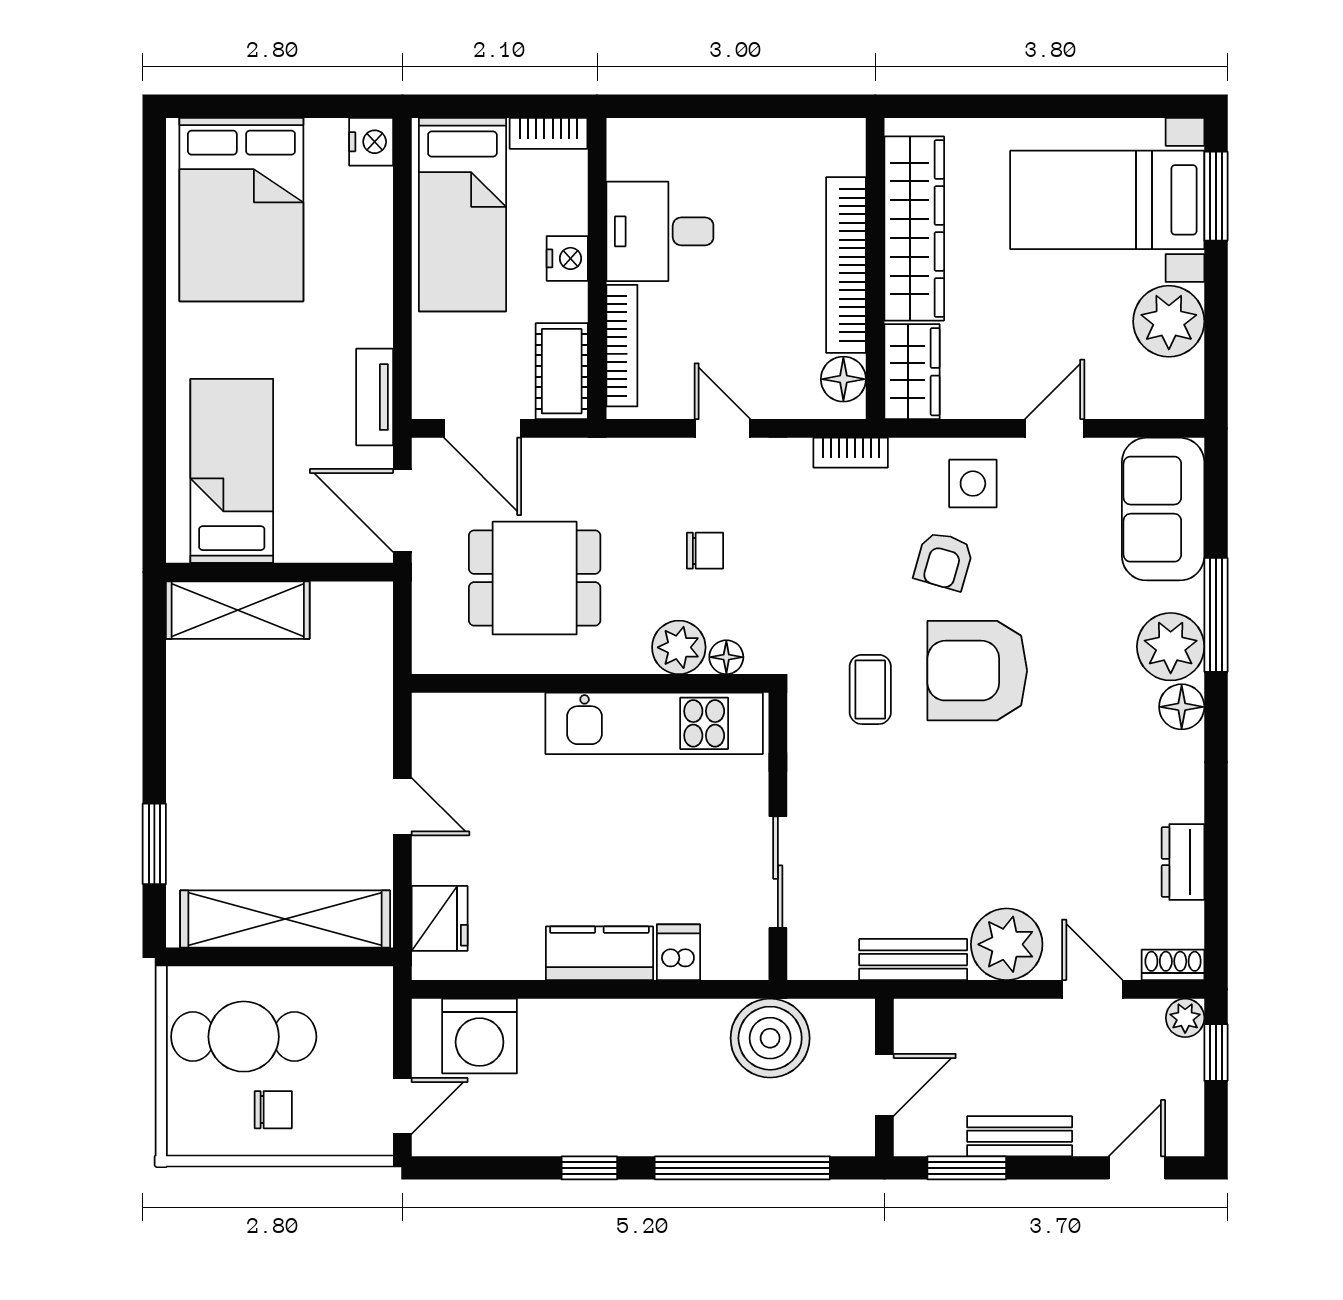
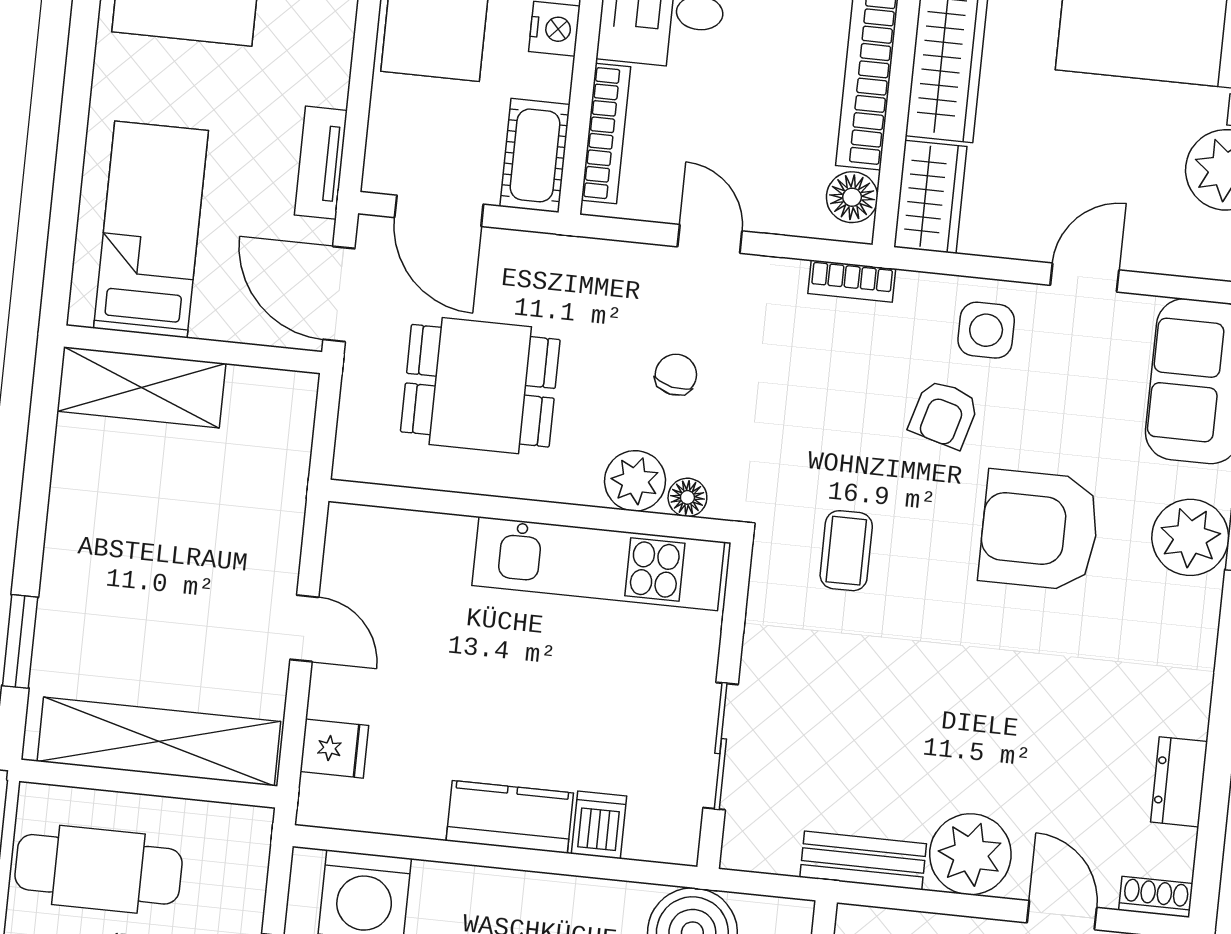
chair: (705, 551) -> (676, 375), turned -78
armchair: (977, 671) -> (1039, 530), moved
floor lamp: (1182, 707) -> (1196, 607), removed
fridge: (440, 918) -> (334, 749), width x0.72

